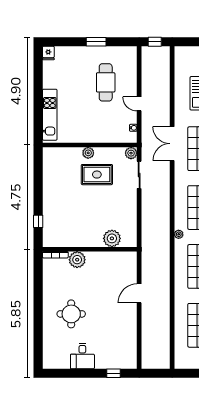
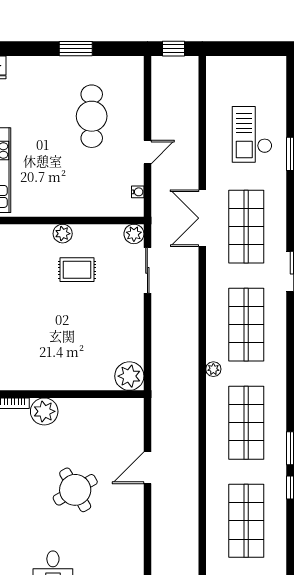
door: (139, 104) -> (147, 152), swing flipped
rug: (97, 175) -> (77, 270), width x0.73, depth x0.70
plant: (112, 238) -> (129, 376), moved
round table: (71, 314) -> (75, 490), moved, turned -30

